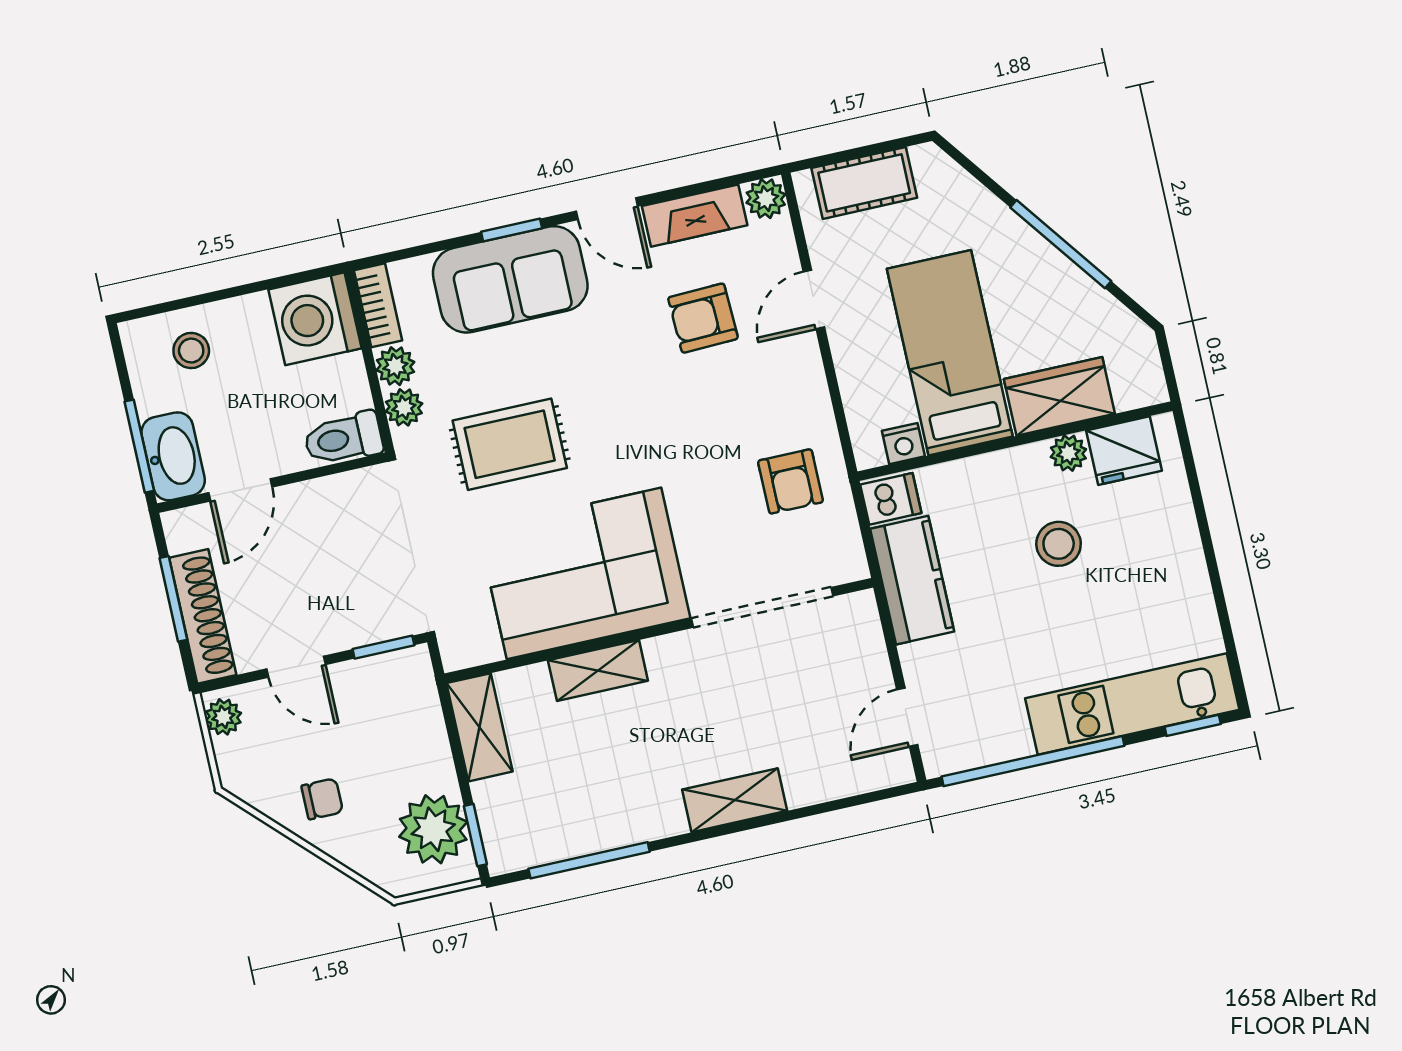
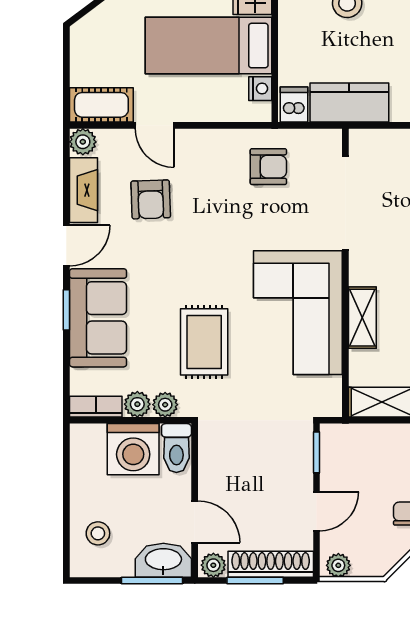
cot: (864, 183) -> (101, 105), moved, turned 90
washing machine: (315, 319) -> (133, 449), moved
plant: (182, 532) -> (213, 565), added

